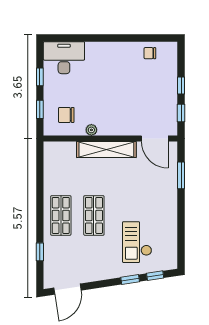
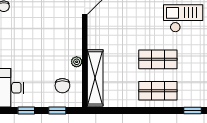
shelving: (106, 149) -> (95, 78), moved
checkout: (137, 242) -> (183, 18), turned 180

